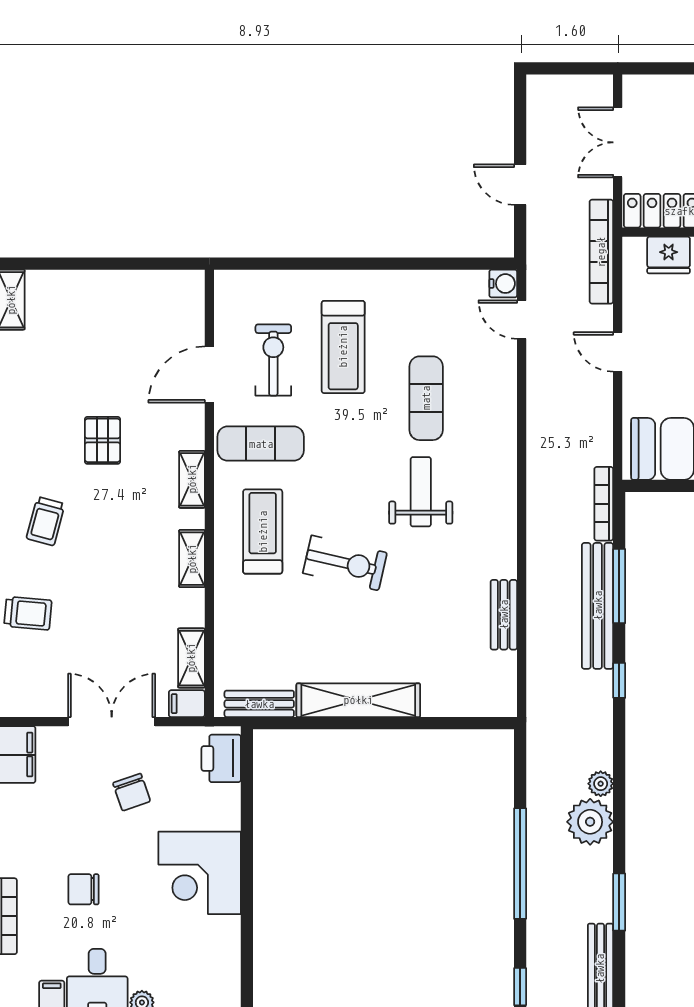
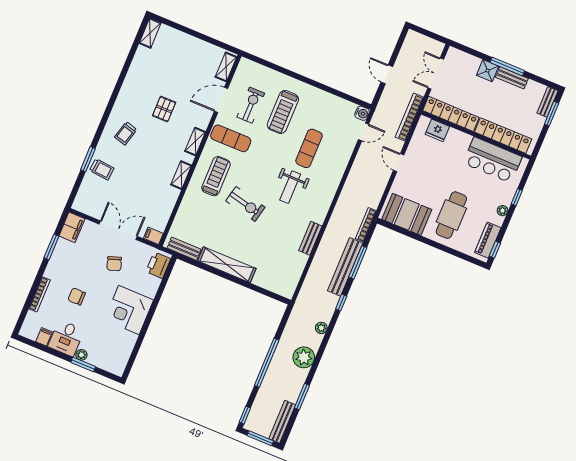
door: (522, 320) -> (364, 132), swing flipped
weight bench: (421, 492) -> (290, 187), turned 180
bench: (504, 615) -> (310, 238), moved
shelving: (191, 658) -> (226, 67), moved
plant: (601, 784) -> (321, 328), moved

